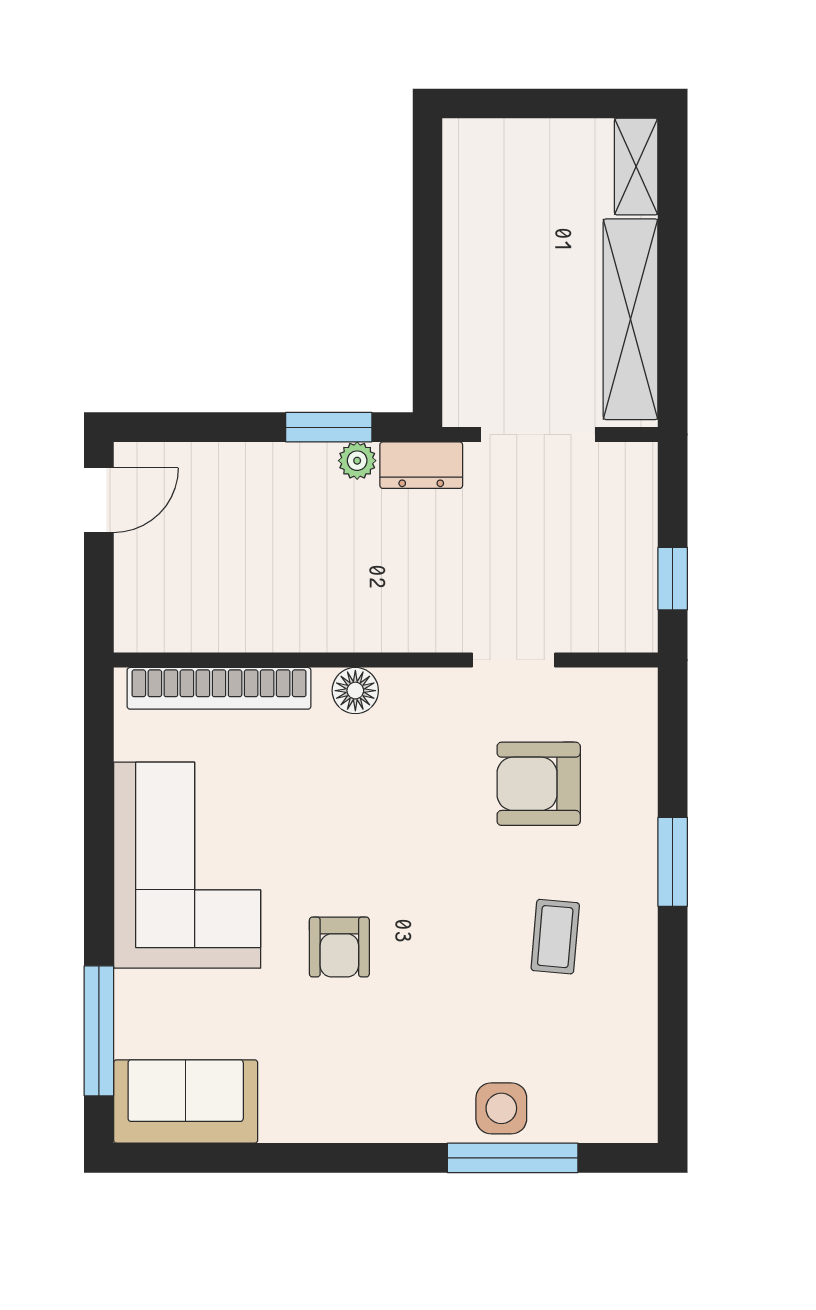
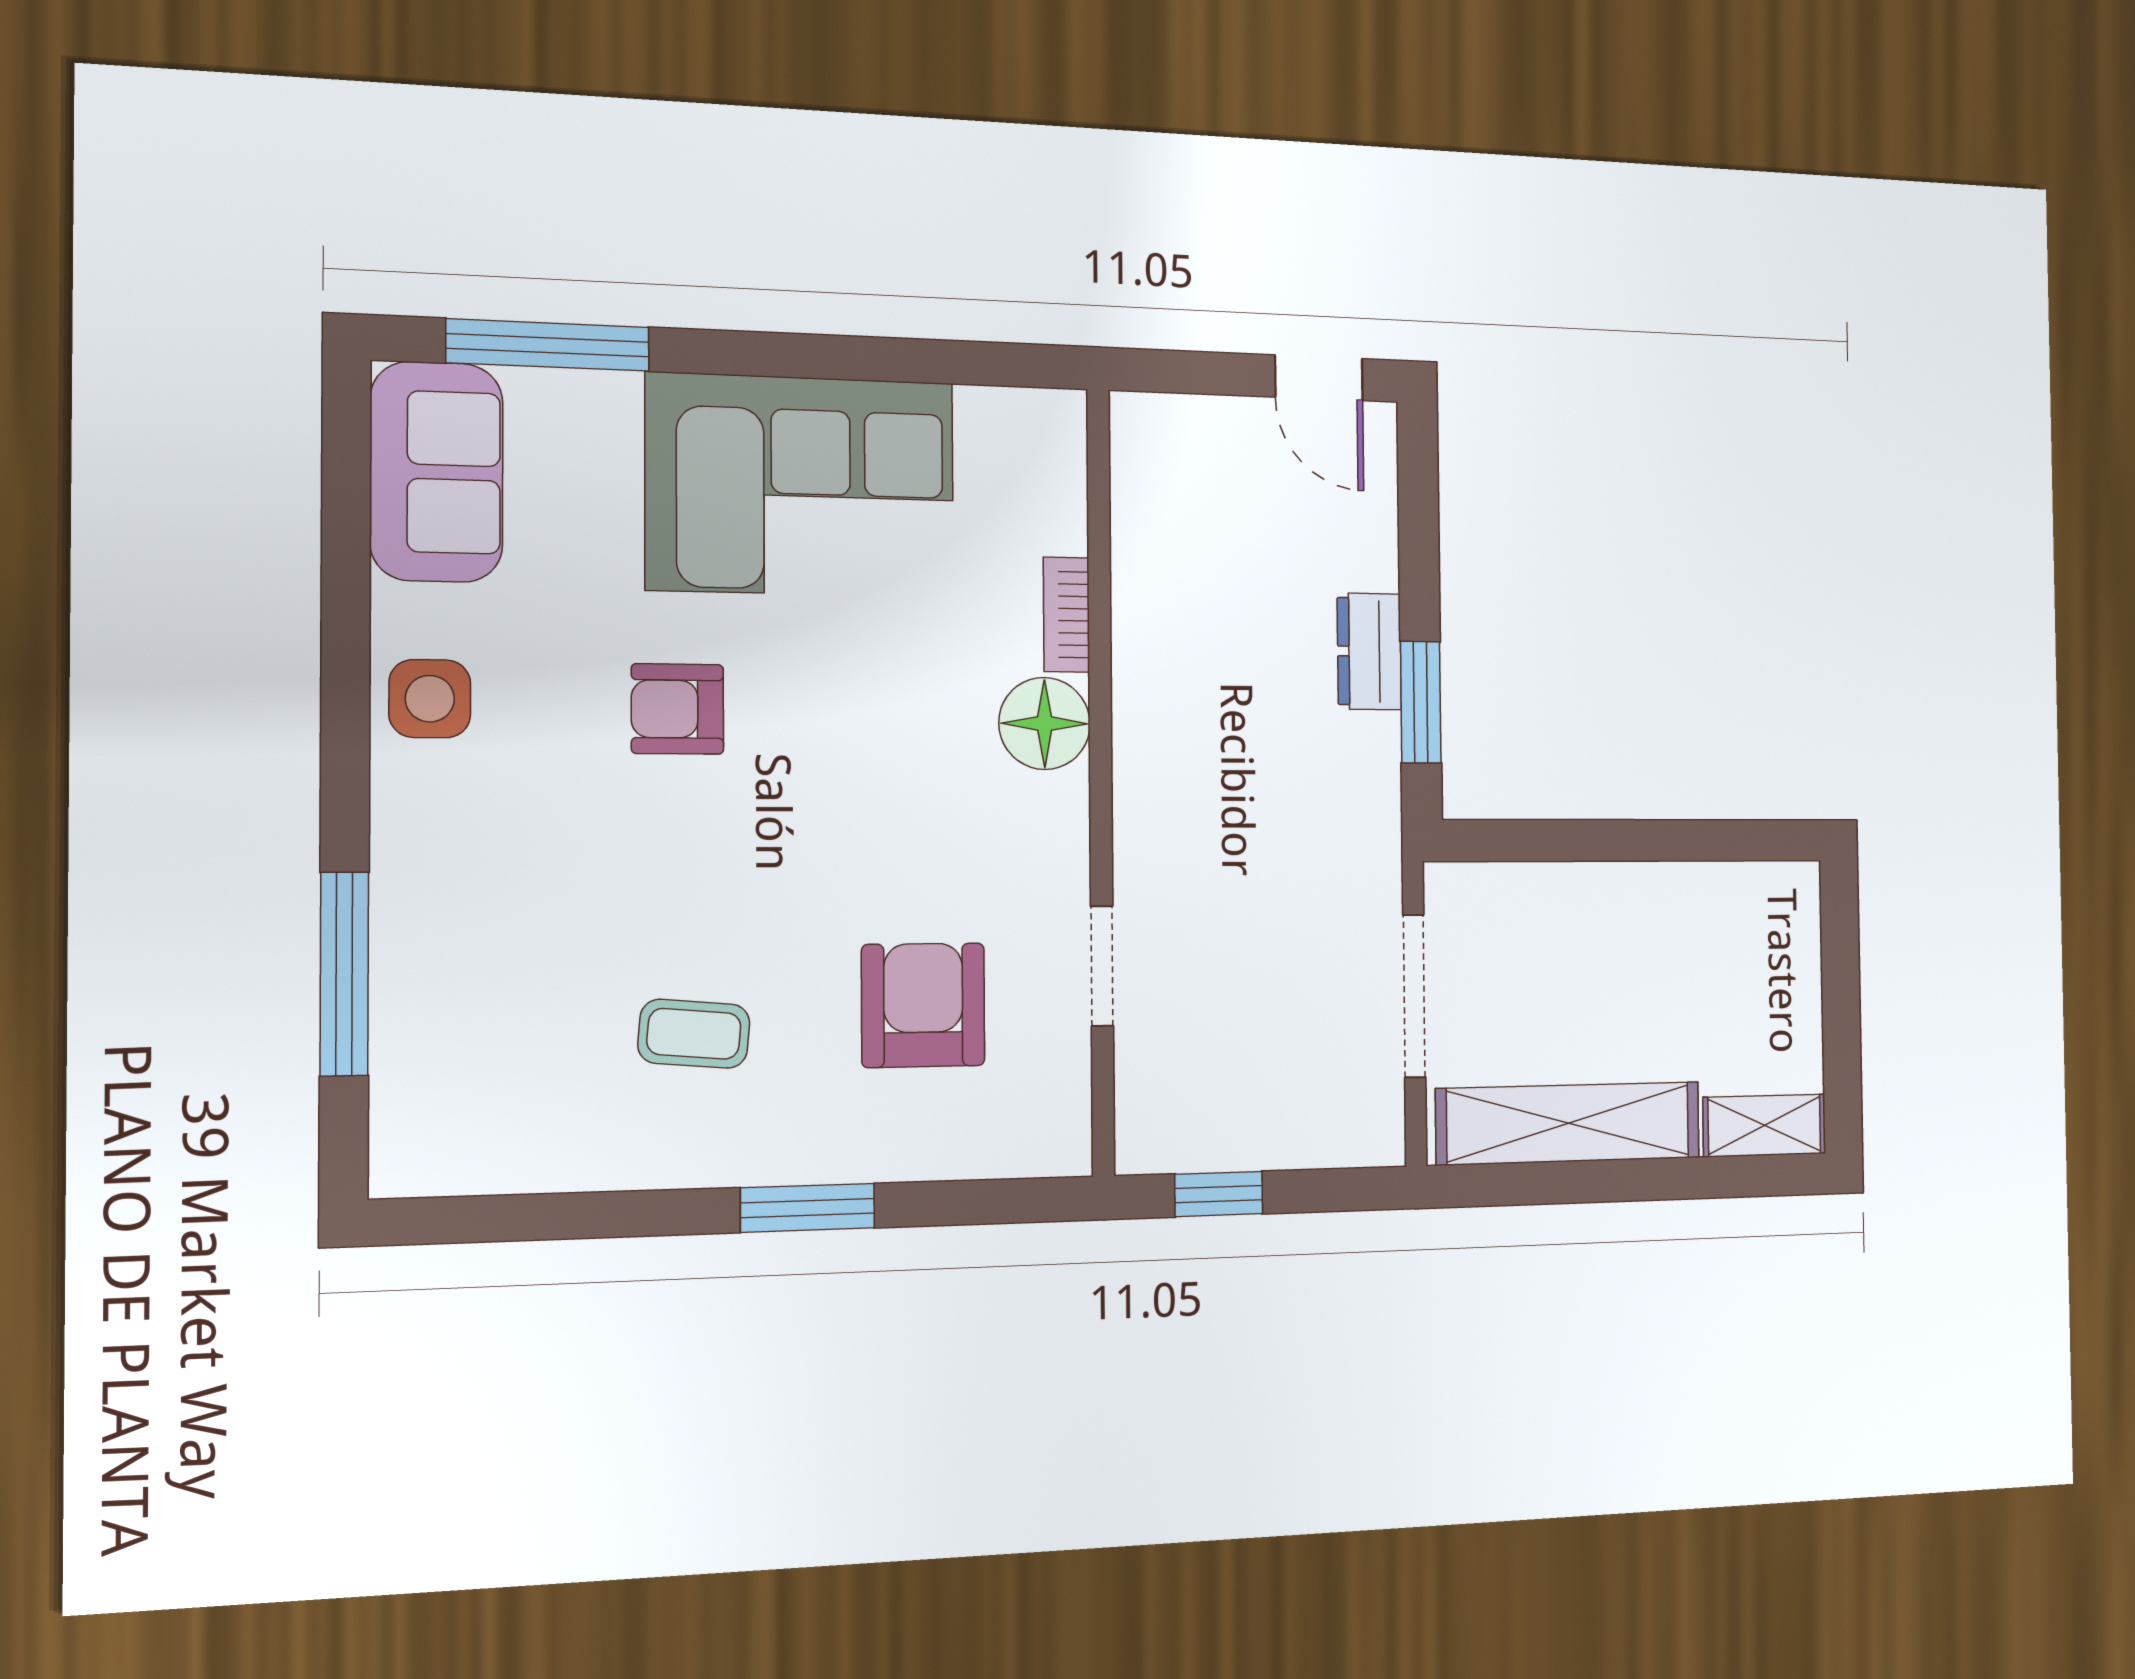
plant: (357, 461) -> (1376, 742), removed
dresser: (421, 465) -> (1369, 651), moved
bookcase: (219, 688) -> (1067, 615), width x0.43, depth x0.76
floor lamp: (355, 691) -> (1045, 724), width x1.38, depth x1.38
side table: (501, 1108) -> (430, 699), moved

